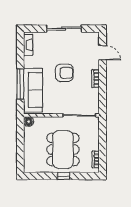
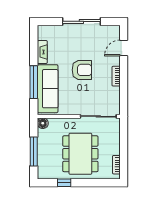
fireplace: (28, 45) -> (42, 52), moved
door: (103, 53) -> (124, 48), swing flipped
window: (20, 147) -> (34, 151), added
window: (64, 176) -> (64, 183), moved

